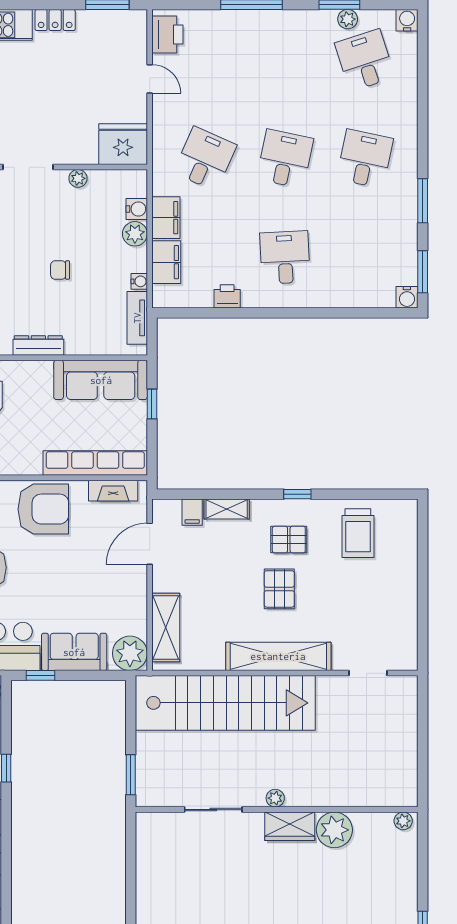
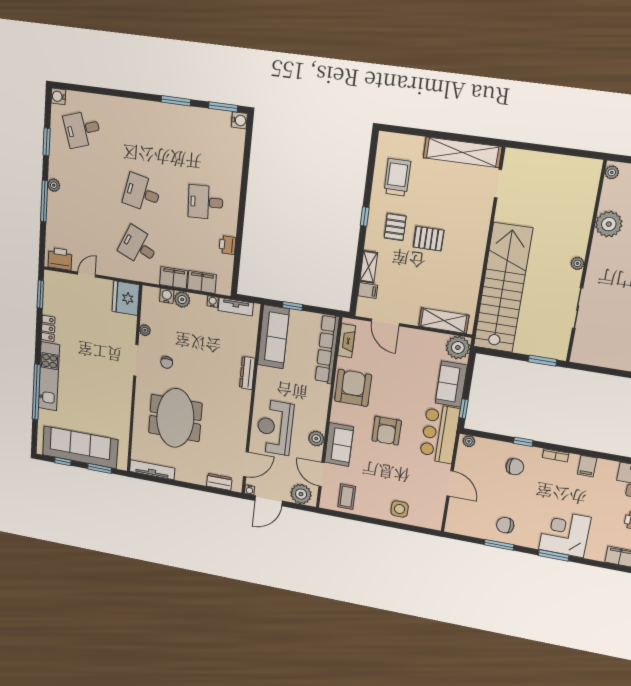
plant: (348, 19) -> (54, 185), moved
desk: (365, 159) -> (146, 138), removed
chair: (60, 270) -> (167, 362), moved
trolley: (358, 533) -> (397, 177), turned -90
shelving: (278, 656) -> (462, 152), moved, turned 90
wardrobe: (290, 826) -> (600, 256), removed

